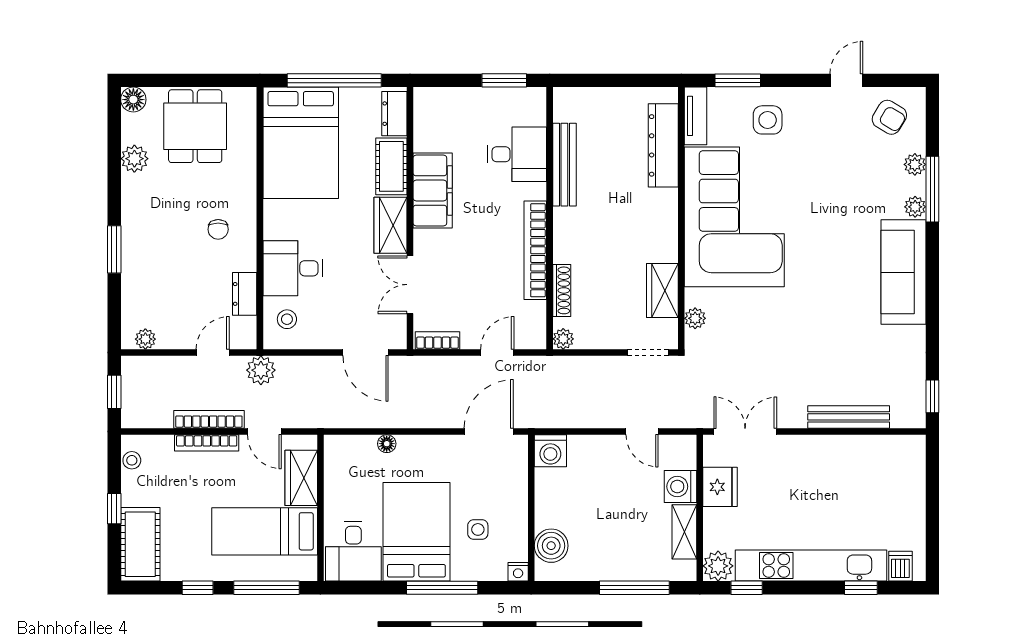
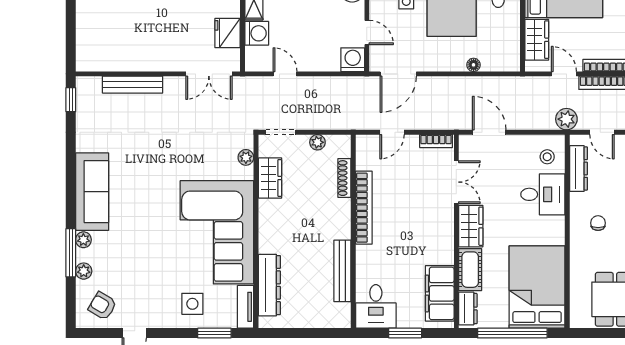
window: (504, 80) -> (405, 333), moved
desk: (517, 154) -> (376, 306), moved, turned -90
filing cabinet: (433, 190) -> (440, 293), moved
dresser: (245, 294) -> (578, 168), width x1.44
plant: (563, 339) -> (317, 142), moved
door: (213, 352) -> (602, 132), hinge flipped
door: (531, 488) -> (367, 33), added

